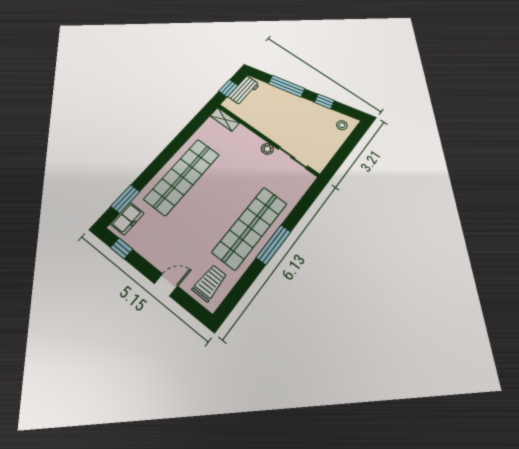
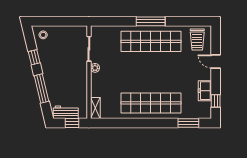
freezer: (127, 219) -> (205, 91), moved, turned -90
trolley: (210, 283) -> (197, 40), turned -90

